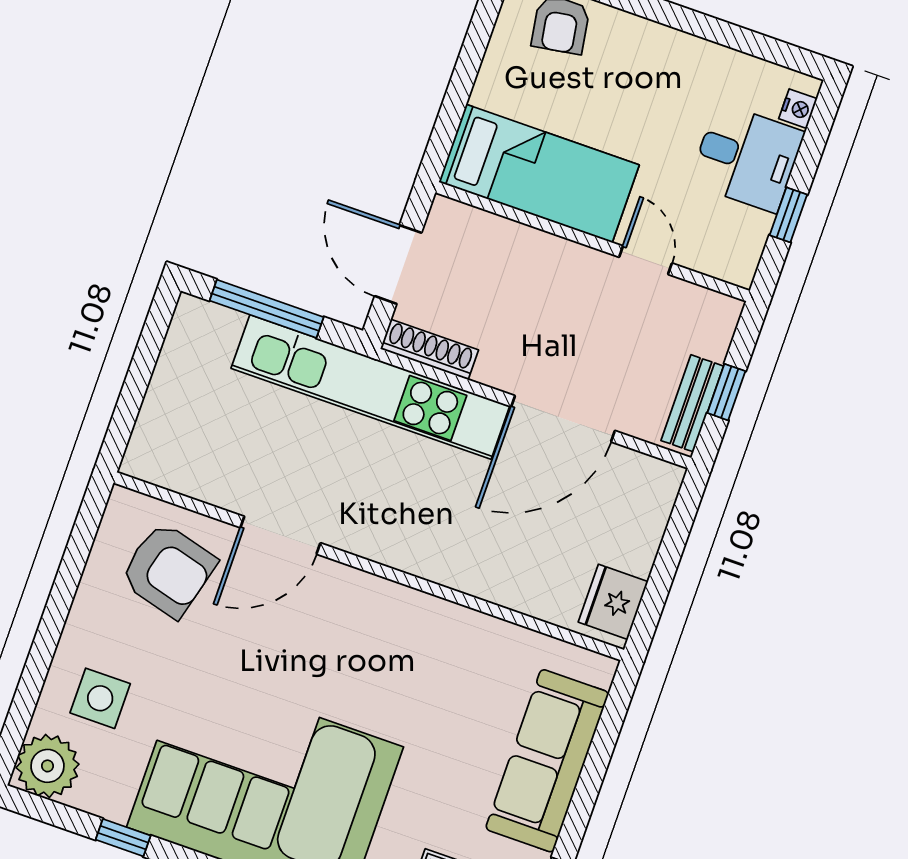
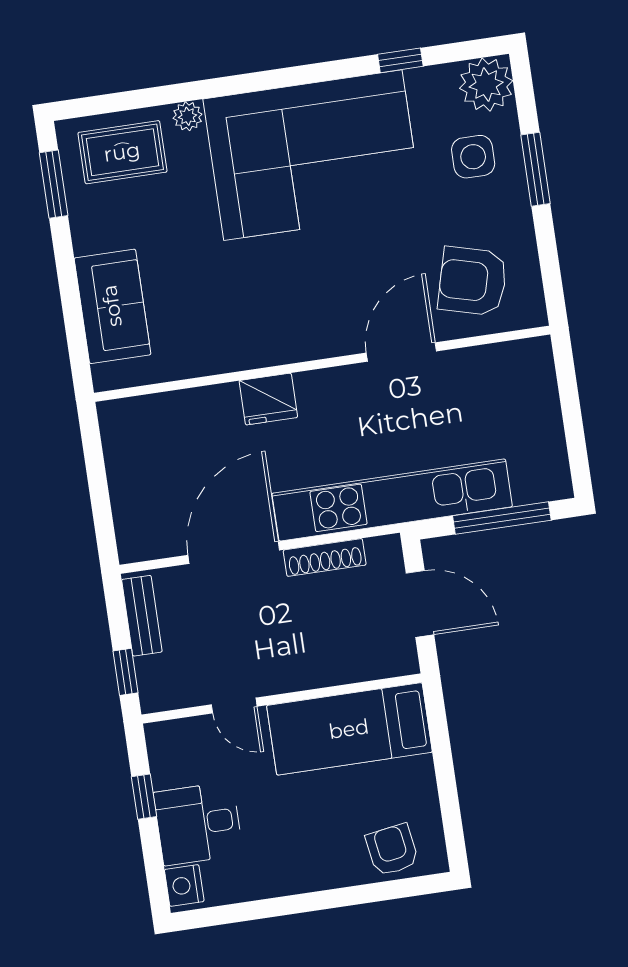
nightstand: (798, 109) -> (184, 885), width x1.39, depth x1.35
shoe rack: (429, 349) -> (325, 557), moved
window: (726, 392) -> (126, 672), moved
fridge: (613, 602) -> (268, 399), moved, turned 90
window: (42, 652) -> (536, 169), added
sofa: (547, 761) -> (112, 306), width x0.73

